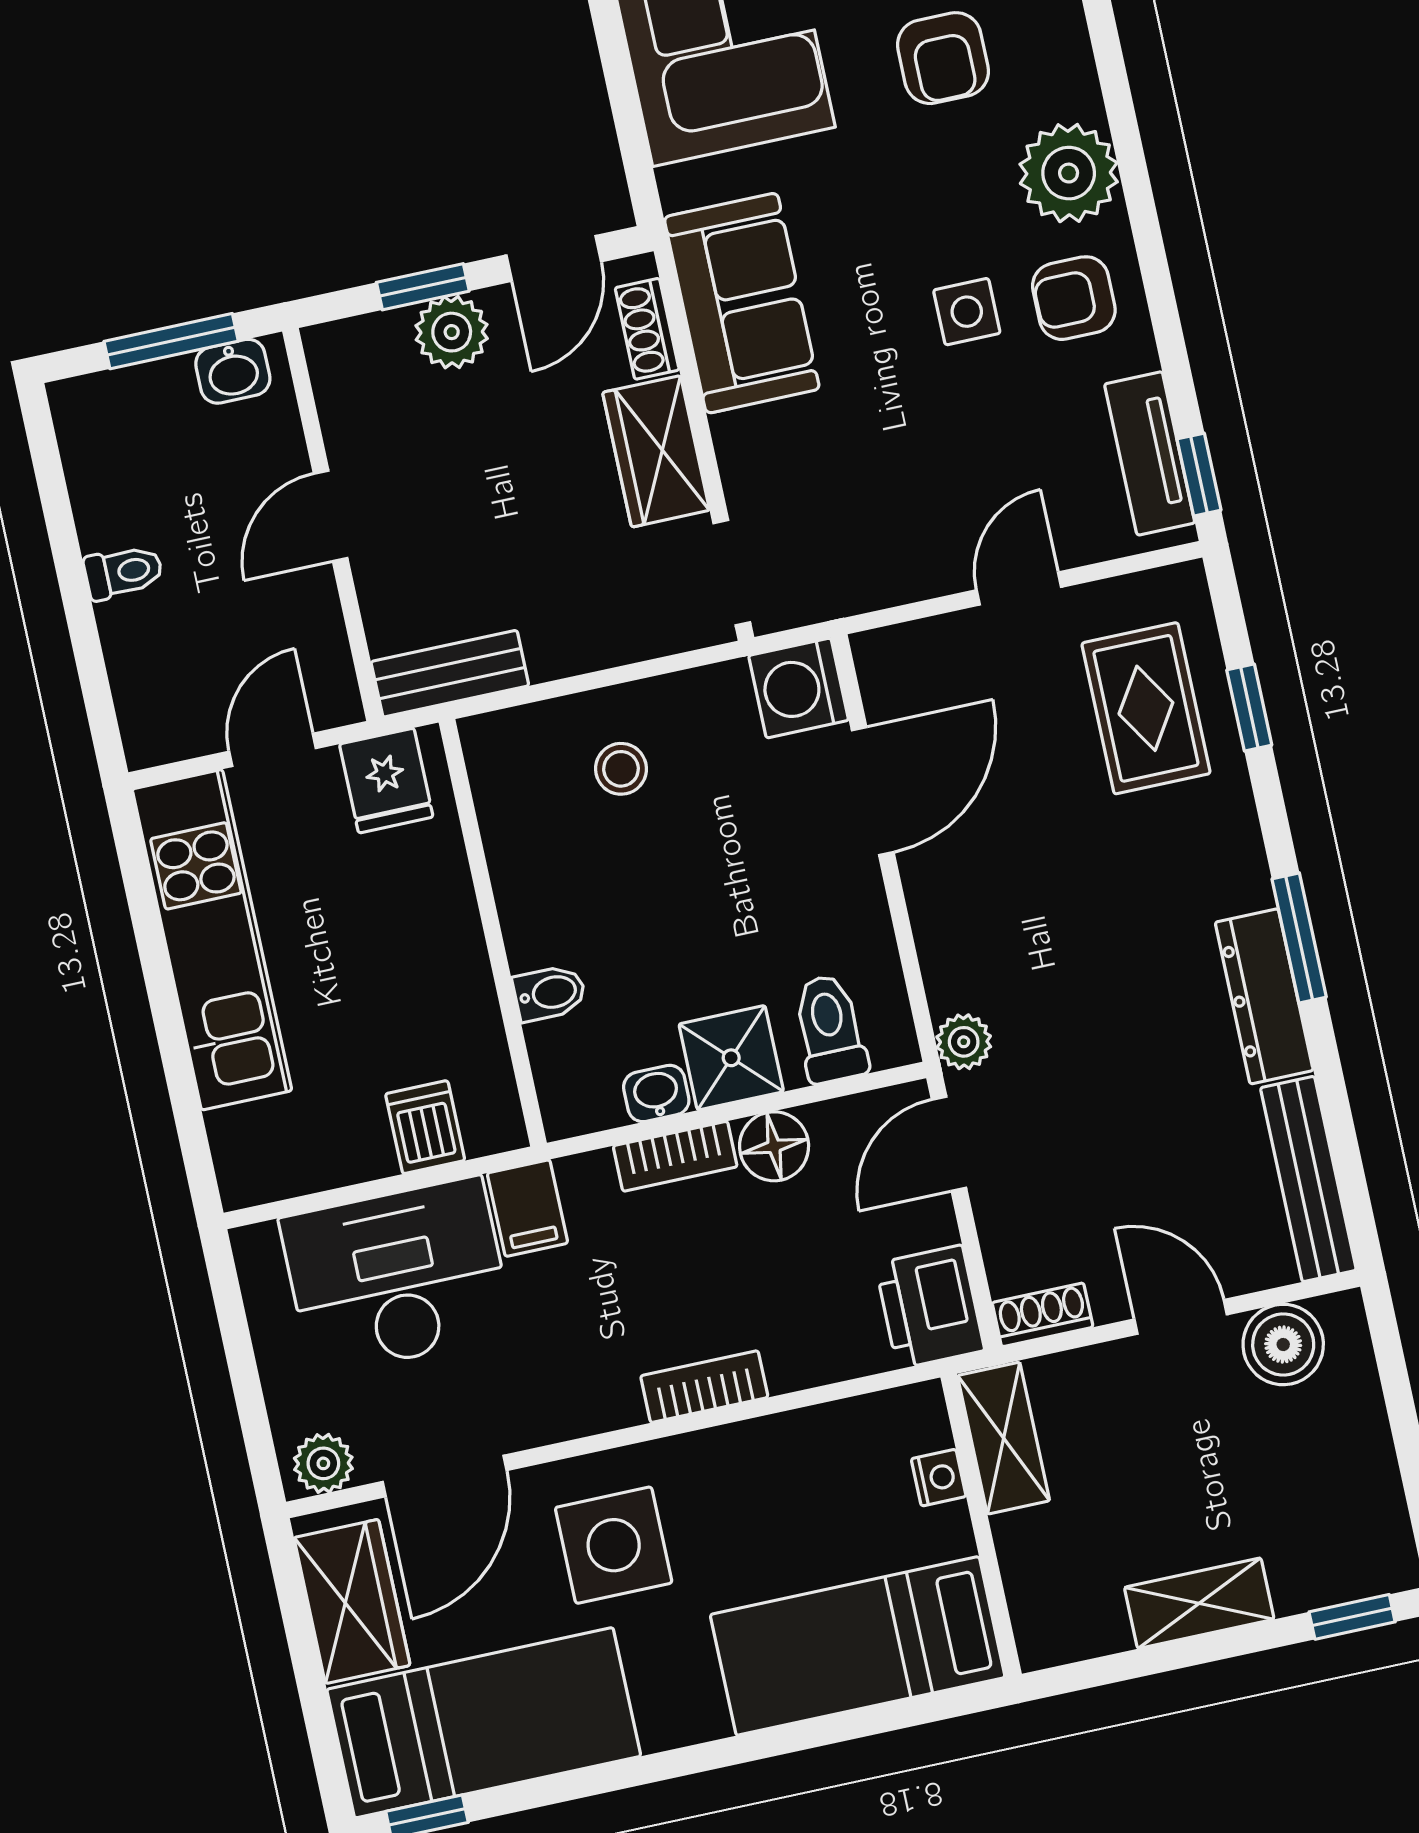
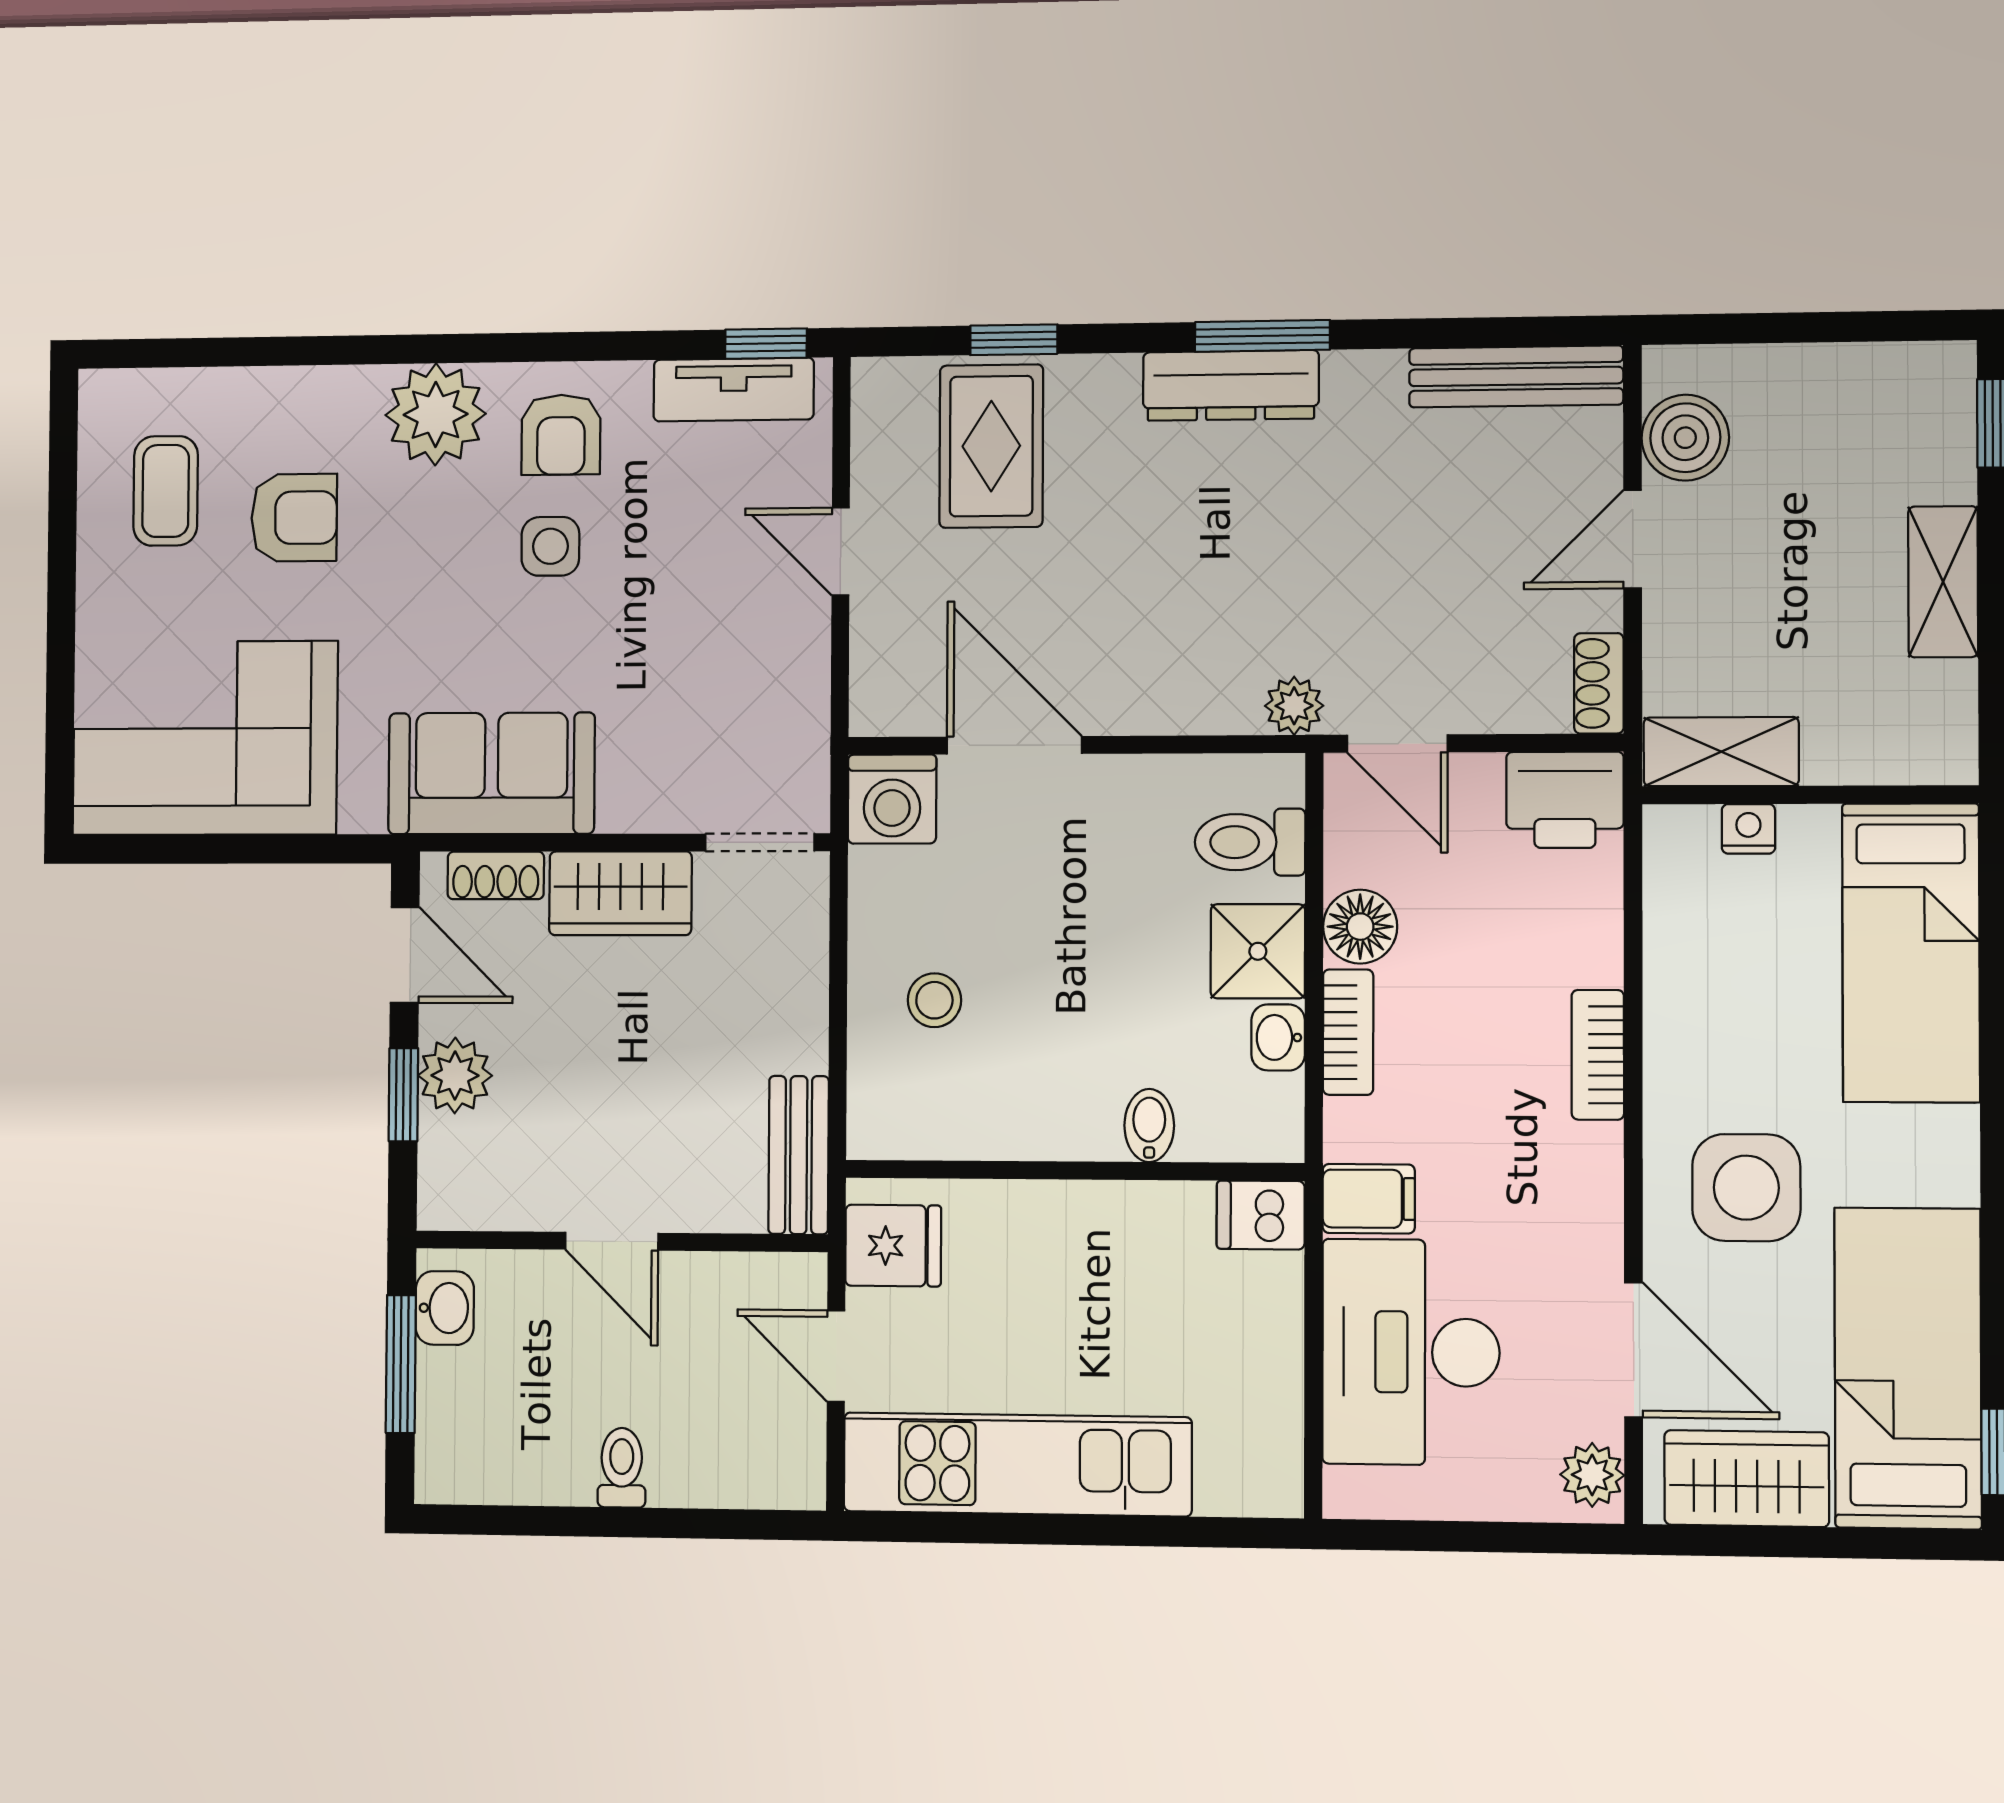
rug: (1146, 708) -> (991, 446), turned 90
dresser: (1264, 996) -> (1231, 385), moved
dishwasher: (425, 1127) -> (1261, 1215), moved

